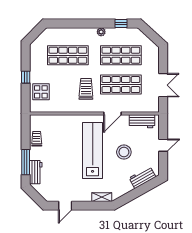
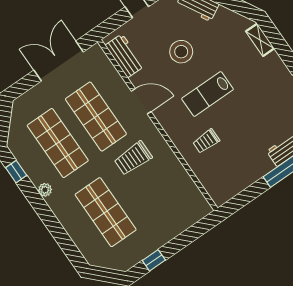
window: (26, 77) -> (154, 260), moved
double door: (163, 85) -> (59, 61), width x1.37
display table: (41, 92) -> (178, 214), removed
trolley: (37, 139) -> (206, 141), moved
lab bench: (93, 150) -> (207, 94), width x0.54, depth x0.72

